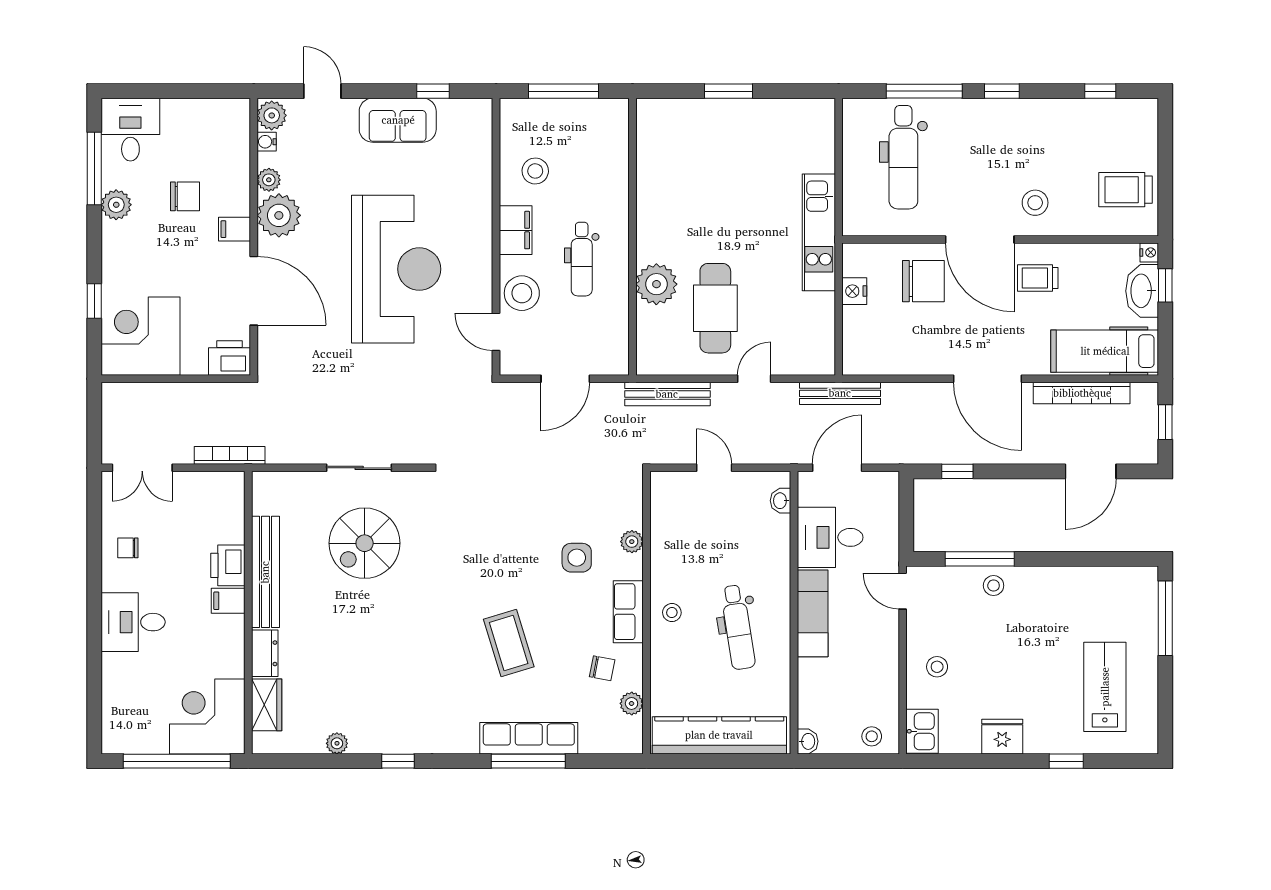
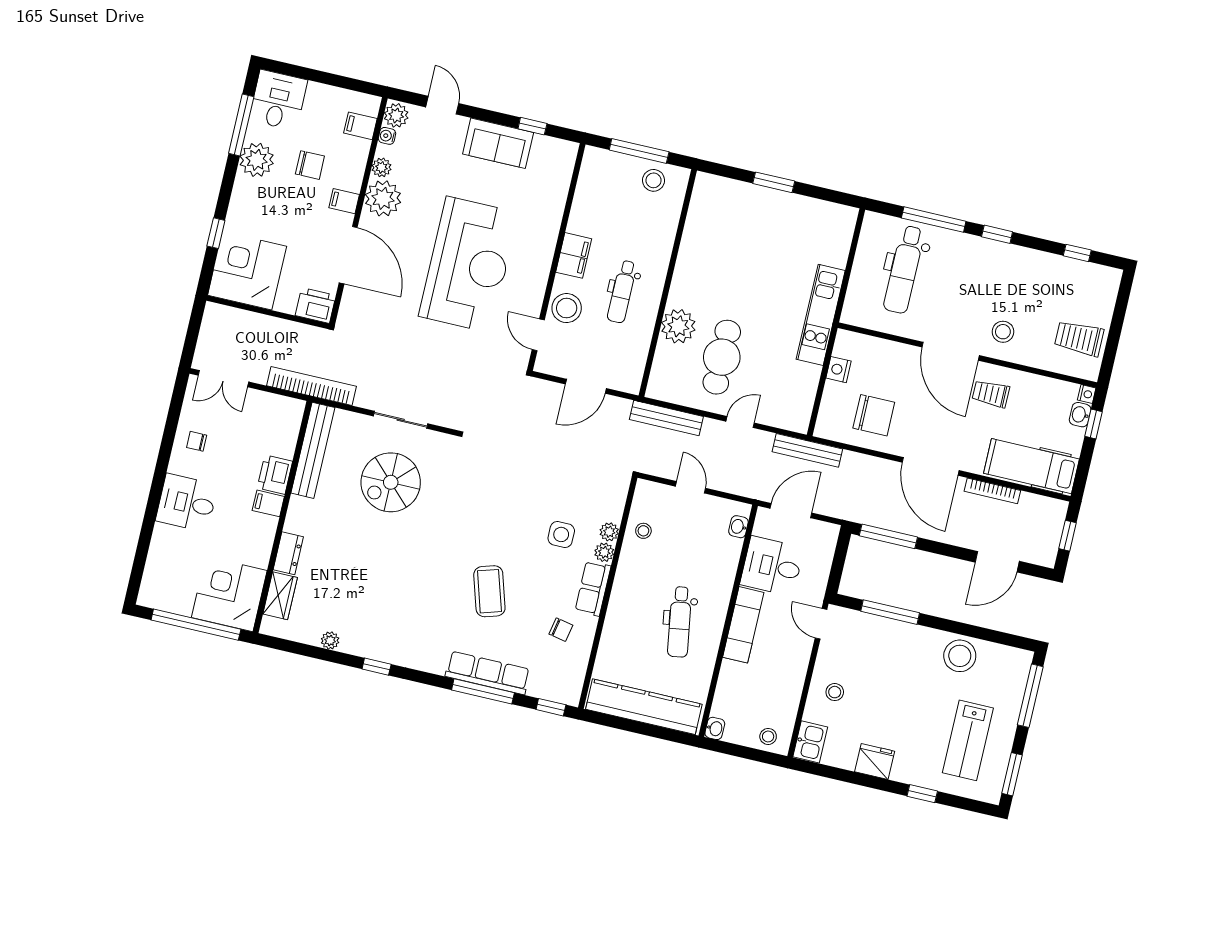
filing cabinet: (233, 137) -> (360, 126), added
stool: (535, 171) -> (654, 180), moved
plant: (116, 205) -> (257, 160), width x1.36, depth x1.36
chair: (923, 281) -> (874, 415), moved
washbasin: (1142, 291) -> (1080, 415), width x0.52, depth x0.69
bookcase: (1082, 393) -> (992, 491), width x0.68, depth x0.76
bookcase: (230, 455) -> (312, 386), width x1.48, depth x1.31
window: (957, 471) -> (888, 536), width x2.17
bench: (265, 572) -> (313, 450), moved
stool: (994, 586) -> (960, 656), moved, width x1.89, depth x1.89
stool: (672, 613) -> (643, 531), moved
lab bench: (1105, 687) -> (968, 740), turned 180
plant: (632, 703) -> (604, 552), moved
window: (1165, 714) -> (1012, 774), added
window: (612, 761) -> (551, 707), added

